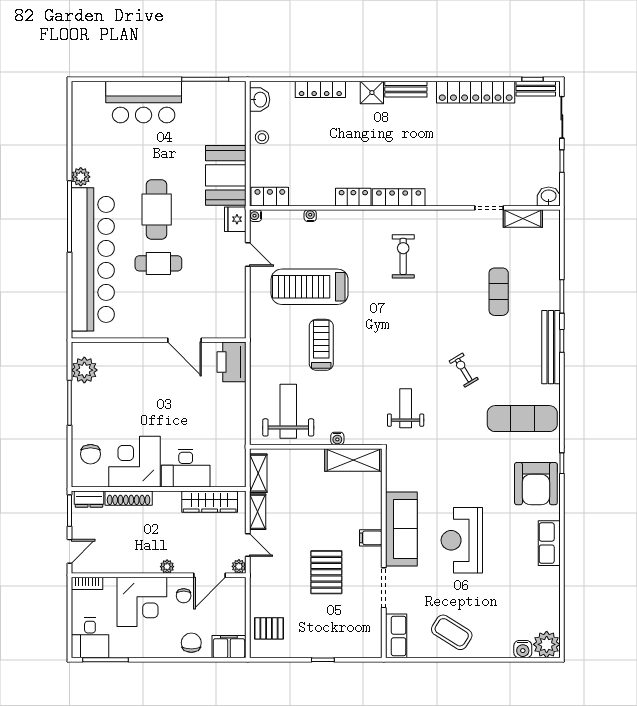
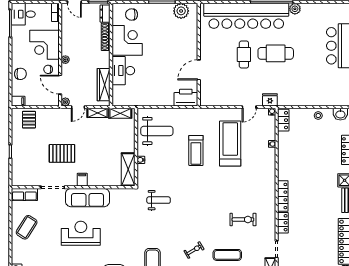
booth: (226, 175) -> (296, 94), removed
locker: (353, 197) -> (283, 223), moved
exercise bike: (403, 256) -> (243, 220), moved
treadmill: (321, 345) -> (196, 150), turned 90
exercise bike: (464, 370) -> (194, 250), moved
filing cabinet: (229, 647) -> (18, 101), width x0.50

